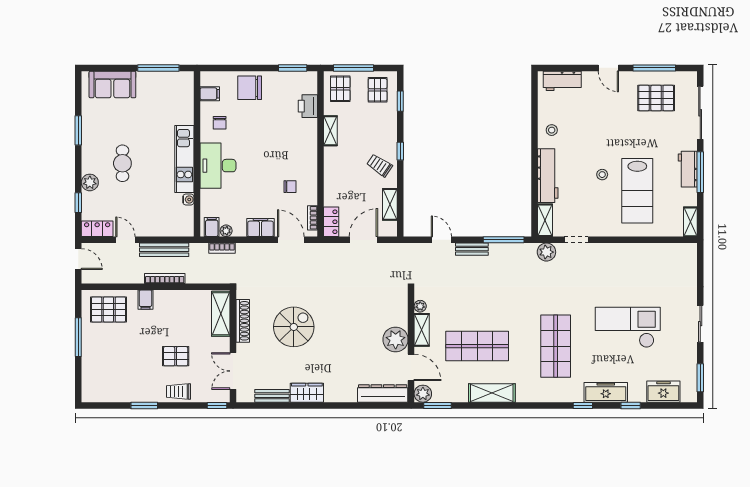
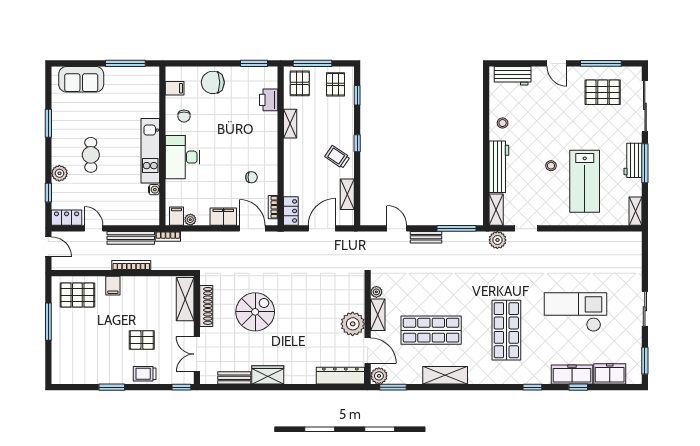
bookcase: (222, 248) -> (168, 236), moved
freezer: (606, 392) -> (572, 375), moved

